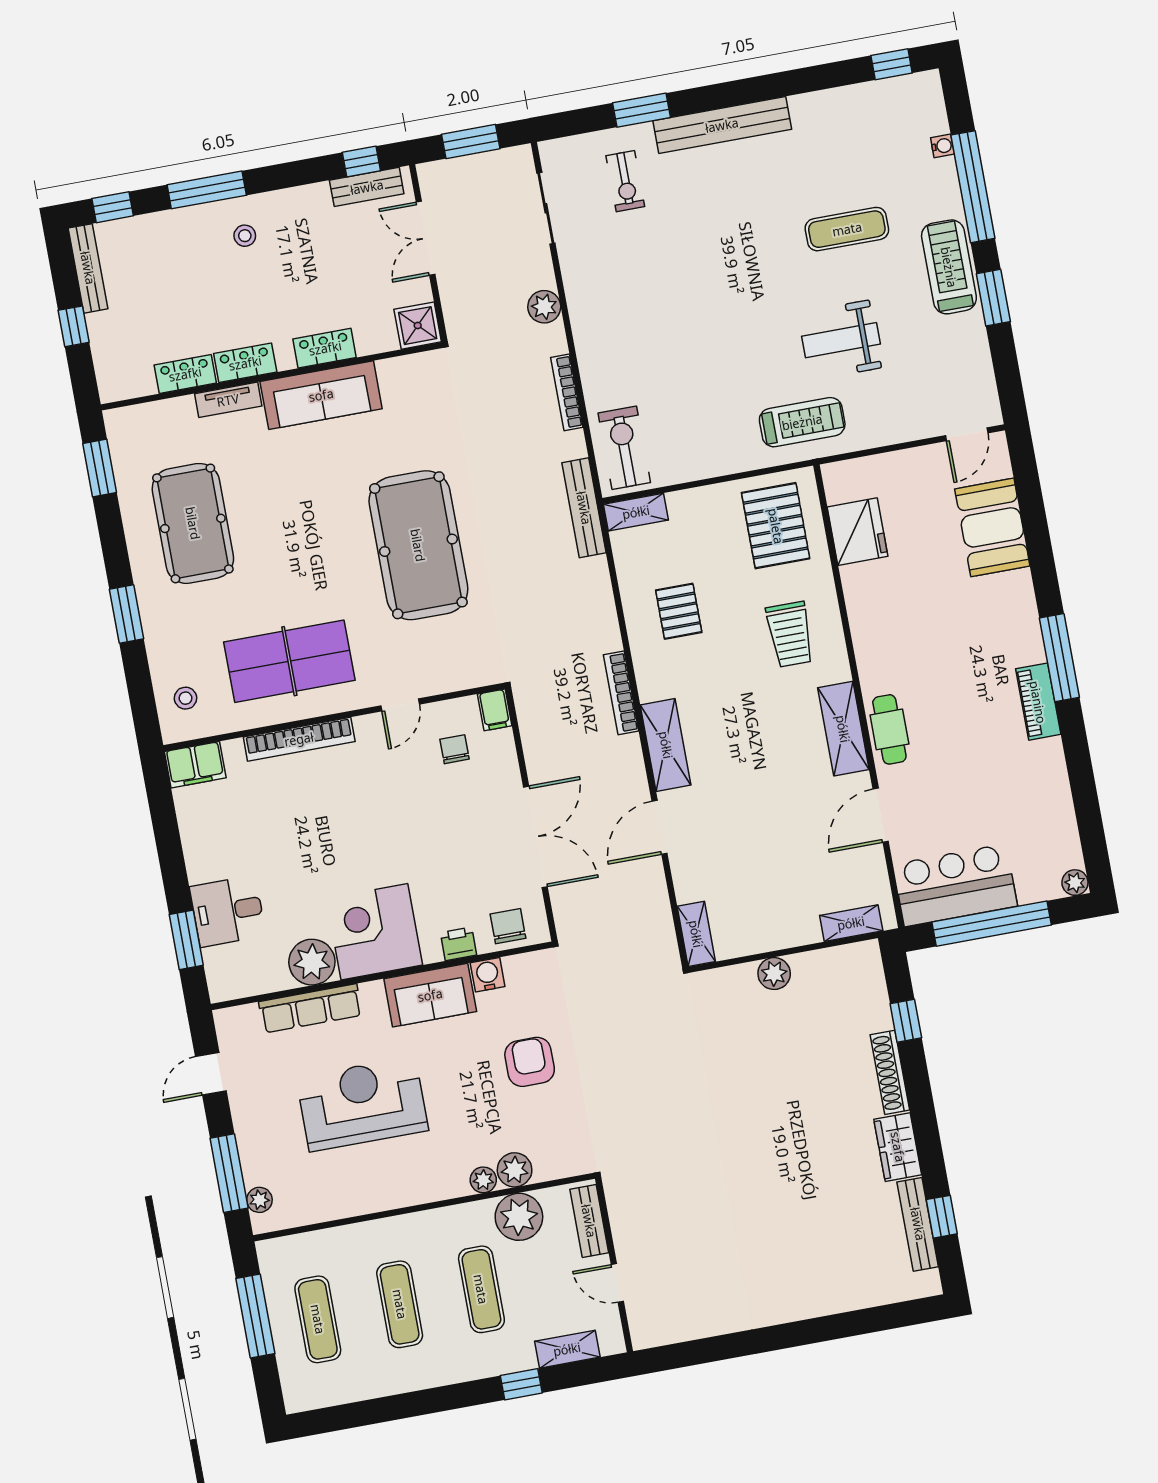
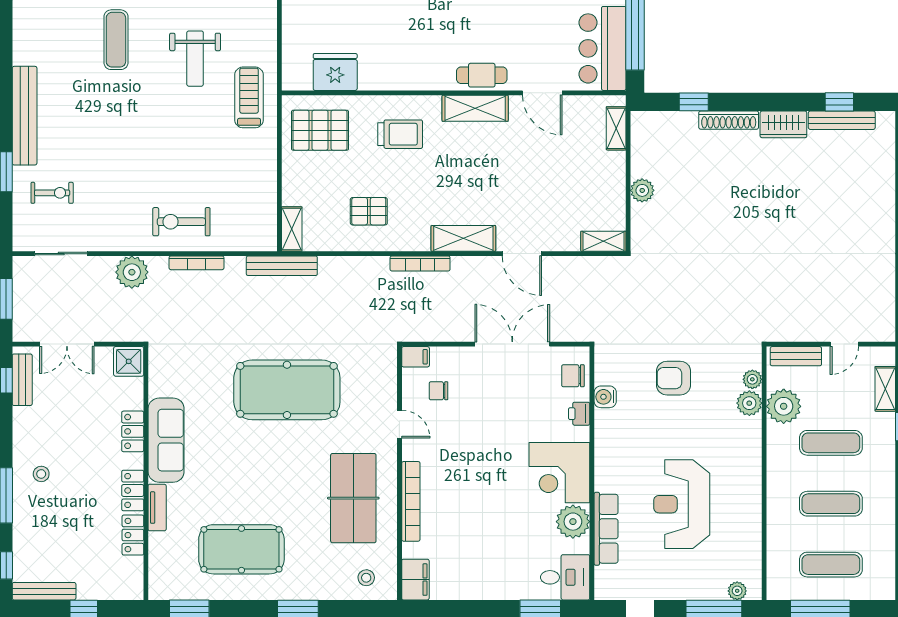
plant: (544, 307) -> (132, 272), width x1.36, depth x1.36
exercise bike: (624, 448) -> (181, 222), moved
desk: (228, 911) -> (565, 577), moved, turned -90
sofa: (430, 995) -> (612, 441), removed
plant: (483, 1180) -> (752, 379), moved

